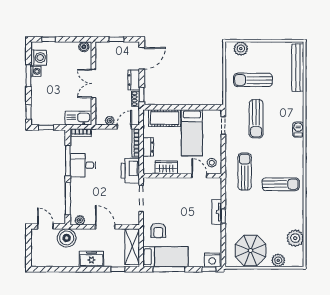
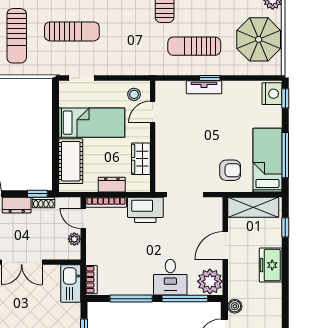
desk: (83, 165) -> (170, 277), moved
sun lounger: (245, 172) -> (194, 46), moved
plant: (80, 220) -> (210, 281), width x1.87, depth x1.87
boiler: (67, 238) -> (235, 306), width x0.54, depth x0.54

